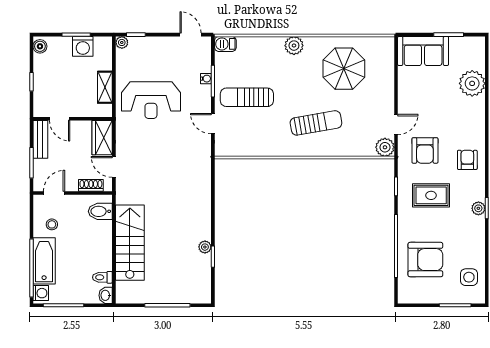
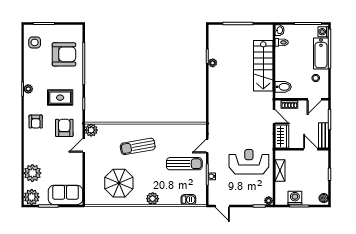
barbecue: (225, 44) -> (188, 200), moved
plant: (473, 48) -> (32, 197), added
door: (213, 124) -> (207, 146), swing flipped
armchair: (425, 260) -> (64, 54), turned 180

